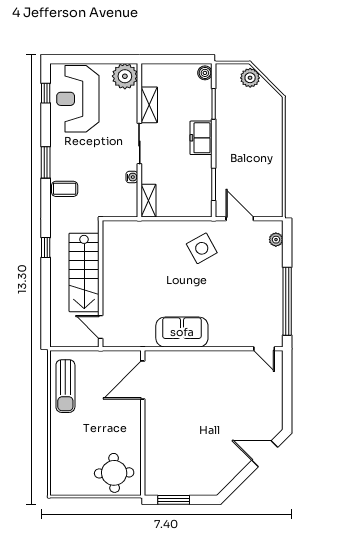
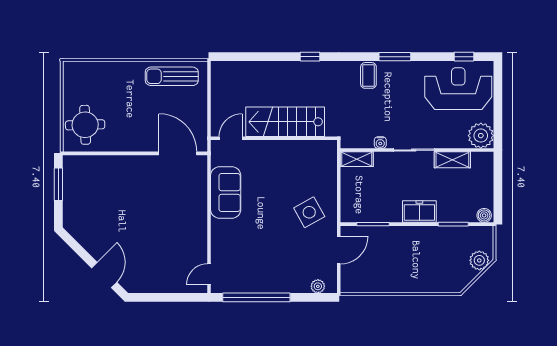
stairs: (84, 272) -> (285, 122), moved
wall: (101, 284) -> (274, 138), moved
door: (101, 327) -> (231, 138), moved

